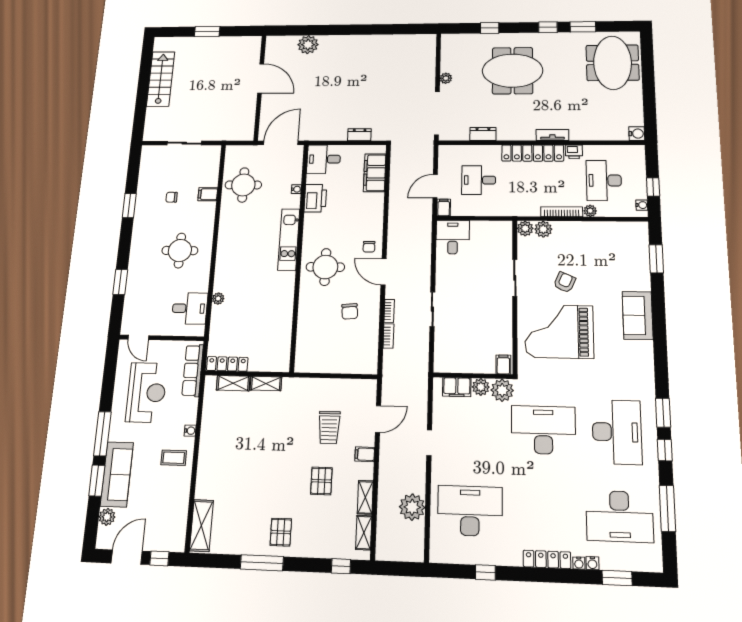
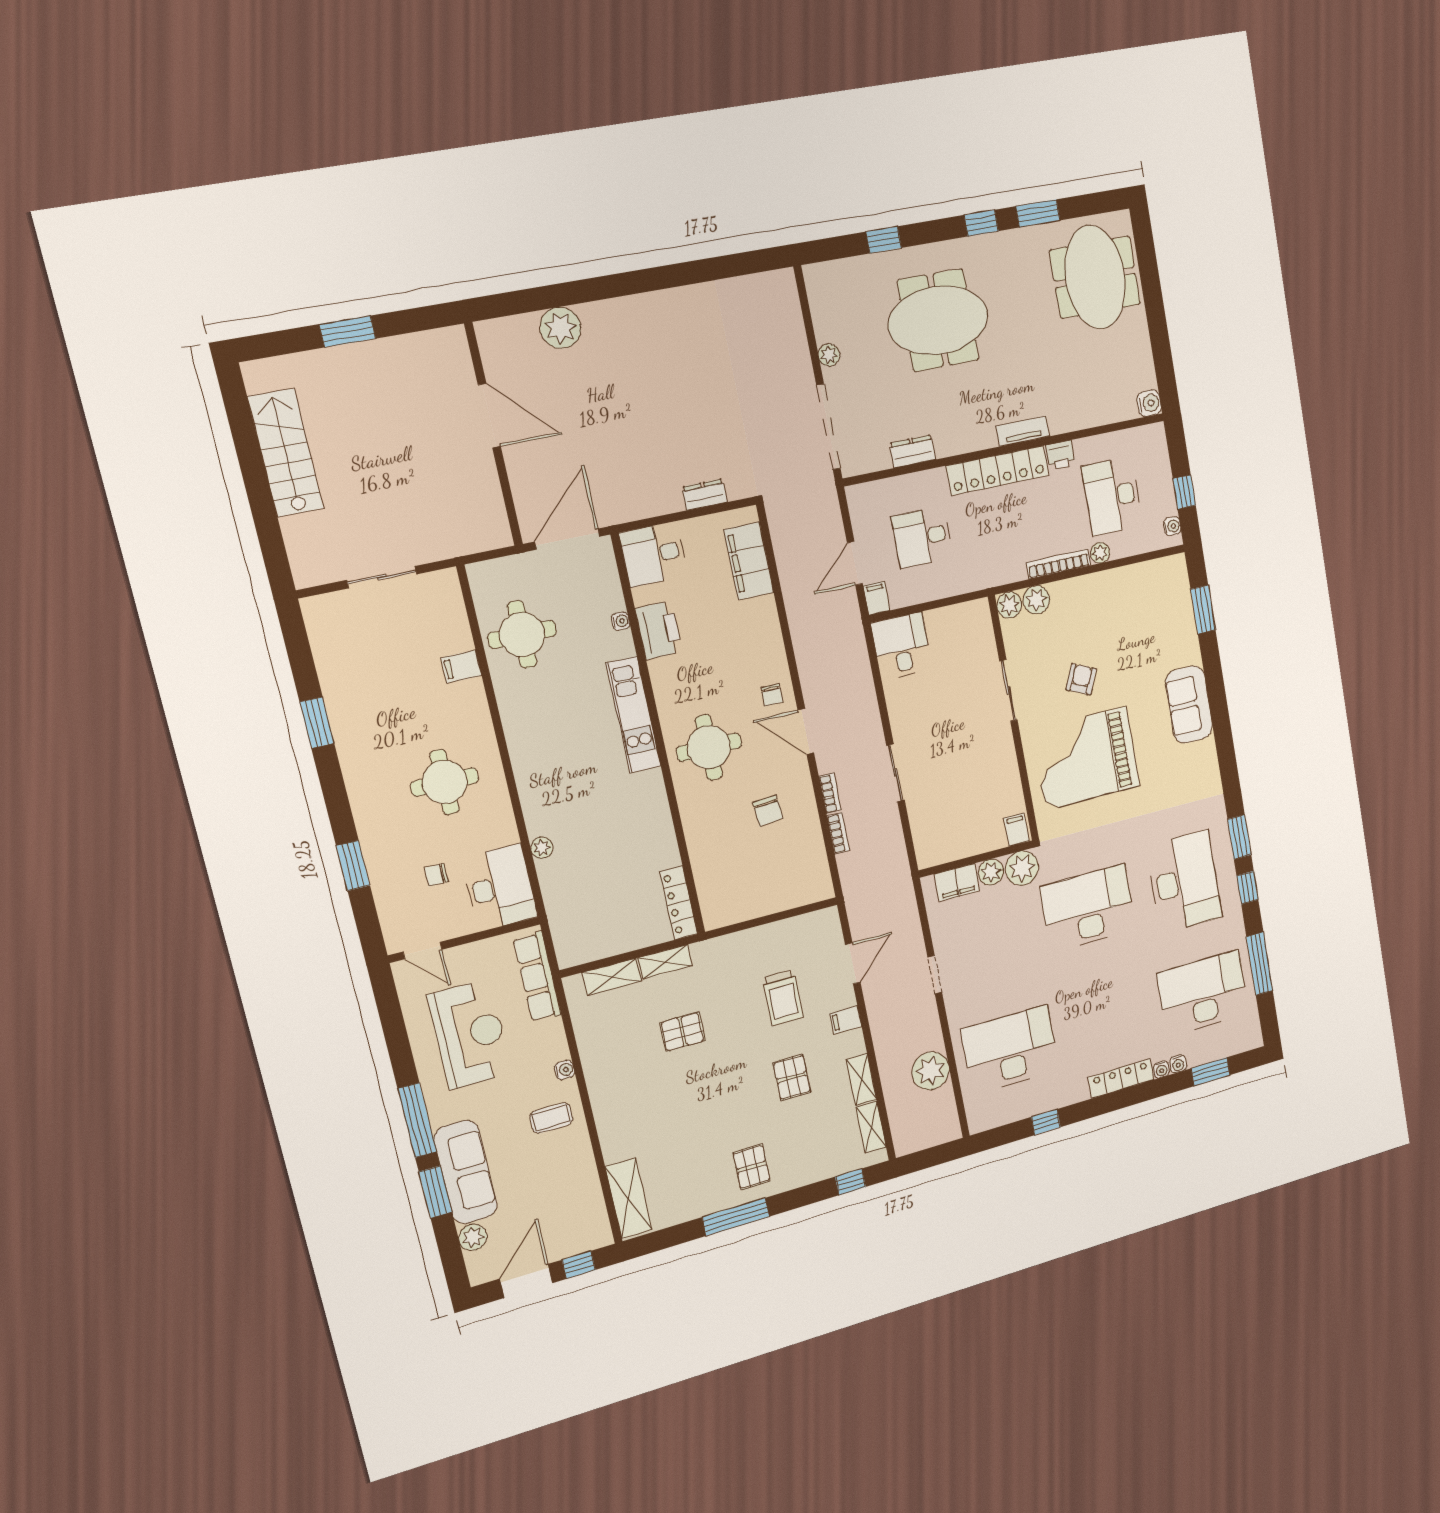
chair: (172, 197) -> (436, 875), moved
desk: (190, 308) -> (500, 887), width x1.37
locker: (227, 364) -> (679, 903), moved, turned -90
pallet: (264, 429) -> (682, 1032), added
desk: (620, 516) -> (1203, 993), turned 180

